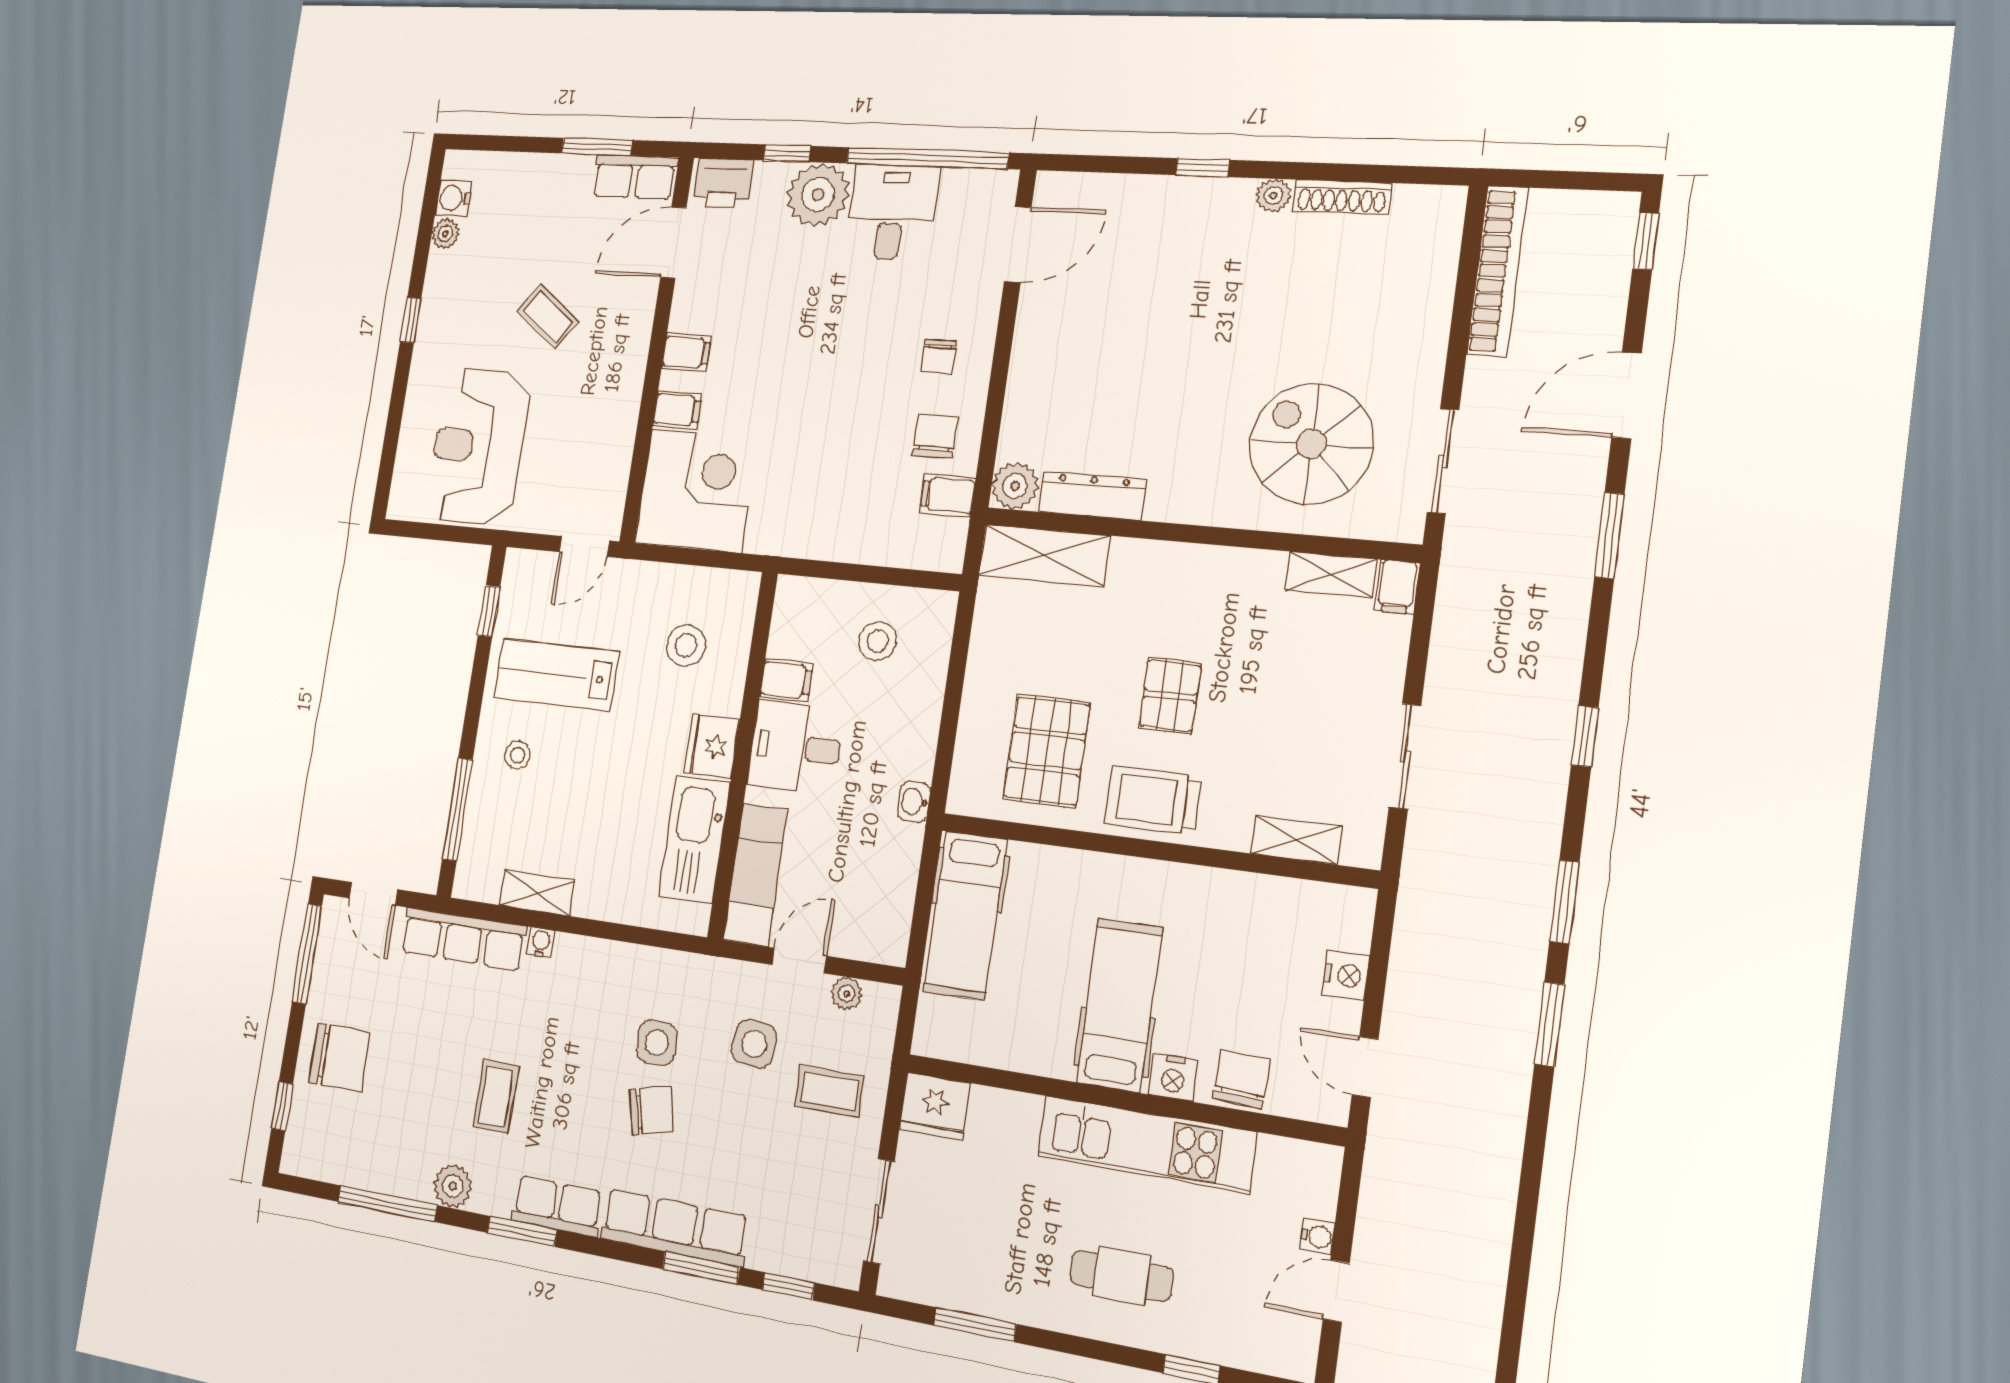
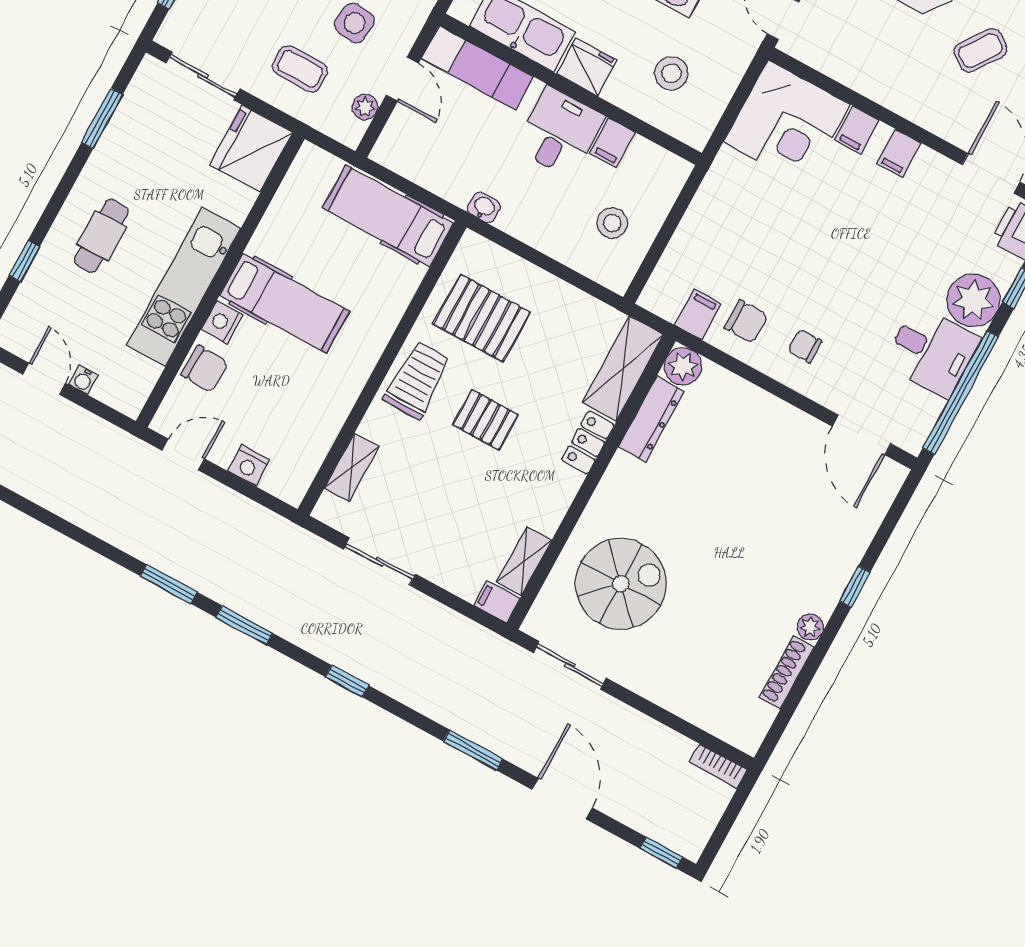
bookcase: (1497, 271) -> (718, 766), width x0.43, depth x0.76
locker: (1150, 559) -> (588, 442), added
coffee table: (829, 1091) -> (300, 69), turned 90
fridge: (935, 1106) -> (251, 149), width x1.36, depth x1.34

